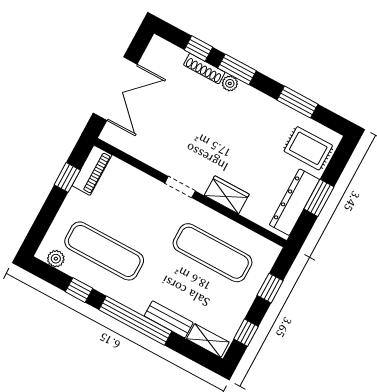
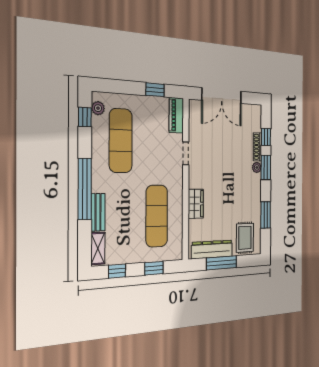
piano: (92, 170) -> (176, 115), moved, turned 90
doorway: (180, 187) -> (186, 153), moved
window: (319, 198) -> (222, 263), width x1.44
window: (79, 290) -> (85, 117), moved

